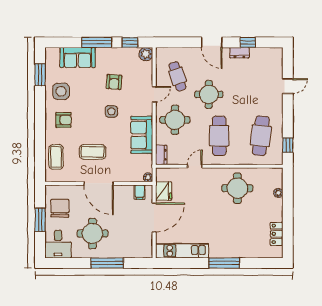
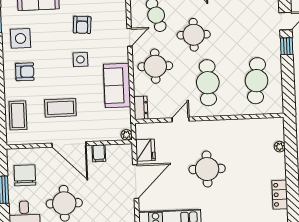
window: (288, 145) -> (287, 46), moved
round table: (237, 188) -> (207, 169), moved
filing cabinet: (140, 192) -> (99, 153), moved

